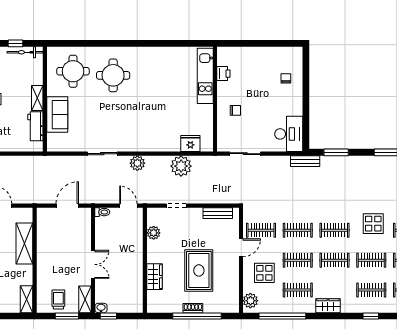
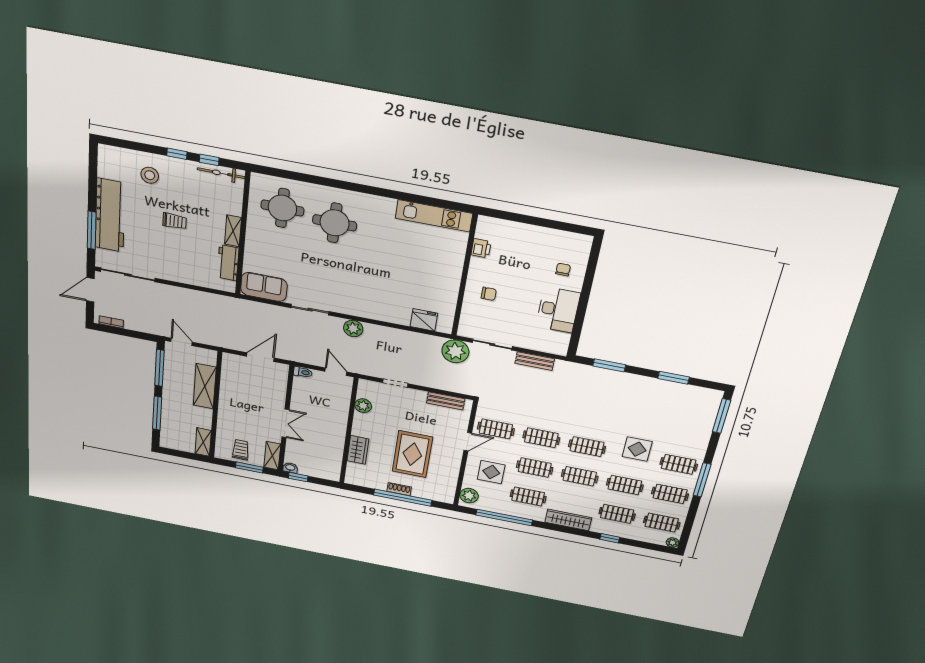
kitchen unit: (205, 76) -> (434, 216), moved, turned -90
sofa: (57, 115) -> (264, 287), moved, turned -90
desk: (289, 134) -> (558, 310), moved
bench: (305, 161) -> (535, 361), moved
plant: (181, 166) -> (455, 351), moved
wardrobe: (328, 306) -> (568, 520), width x1.50

